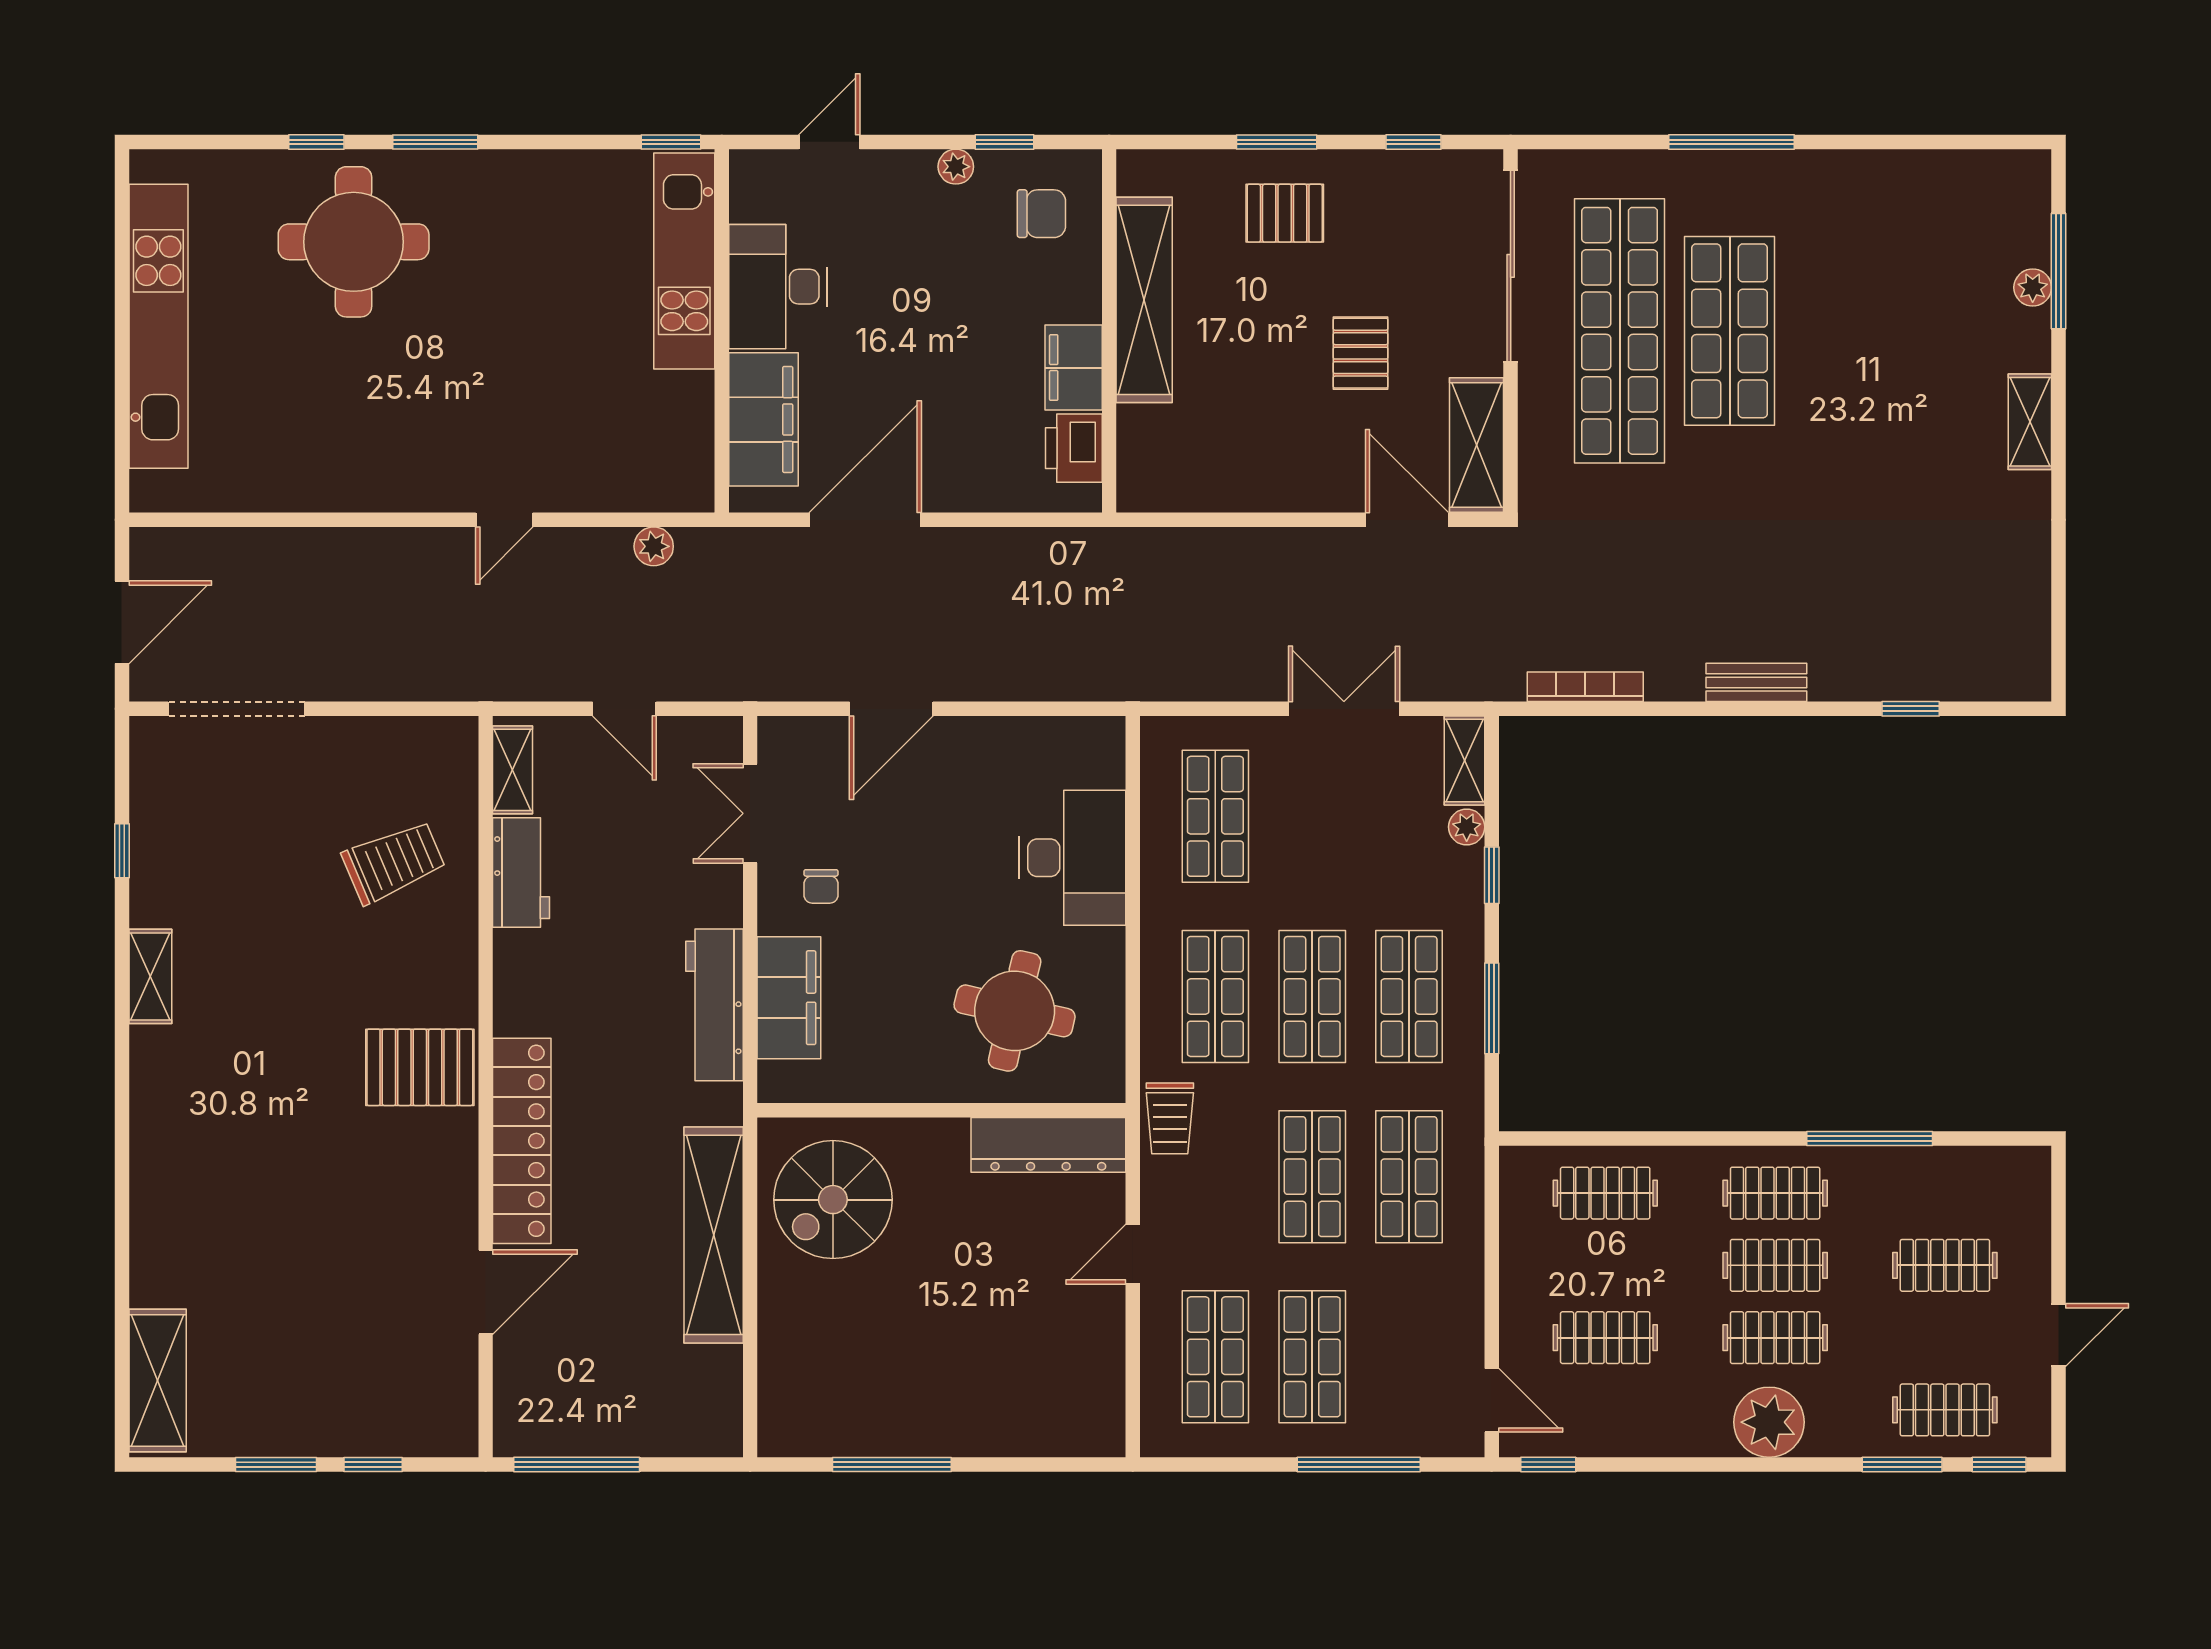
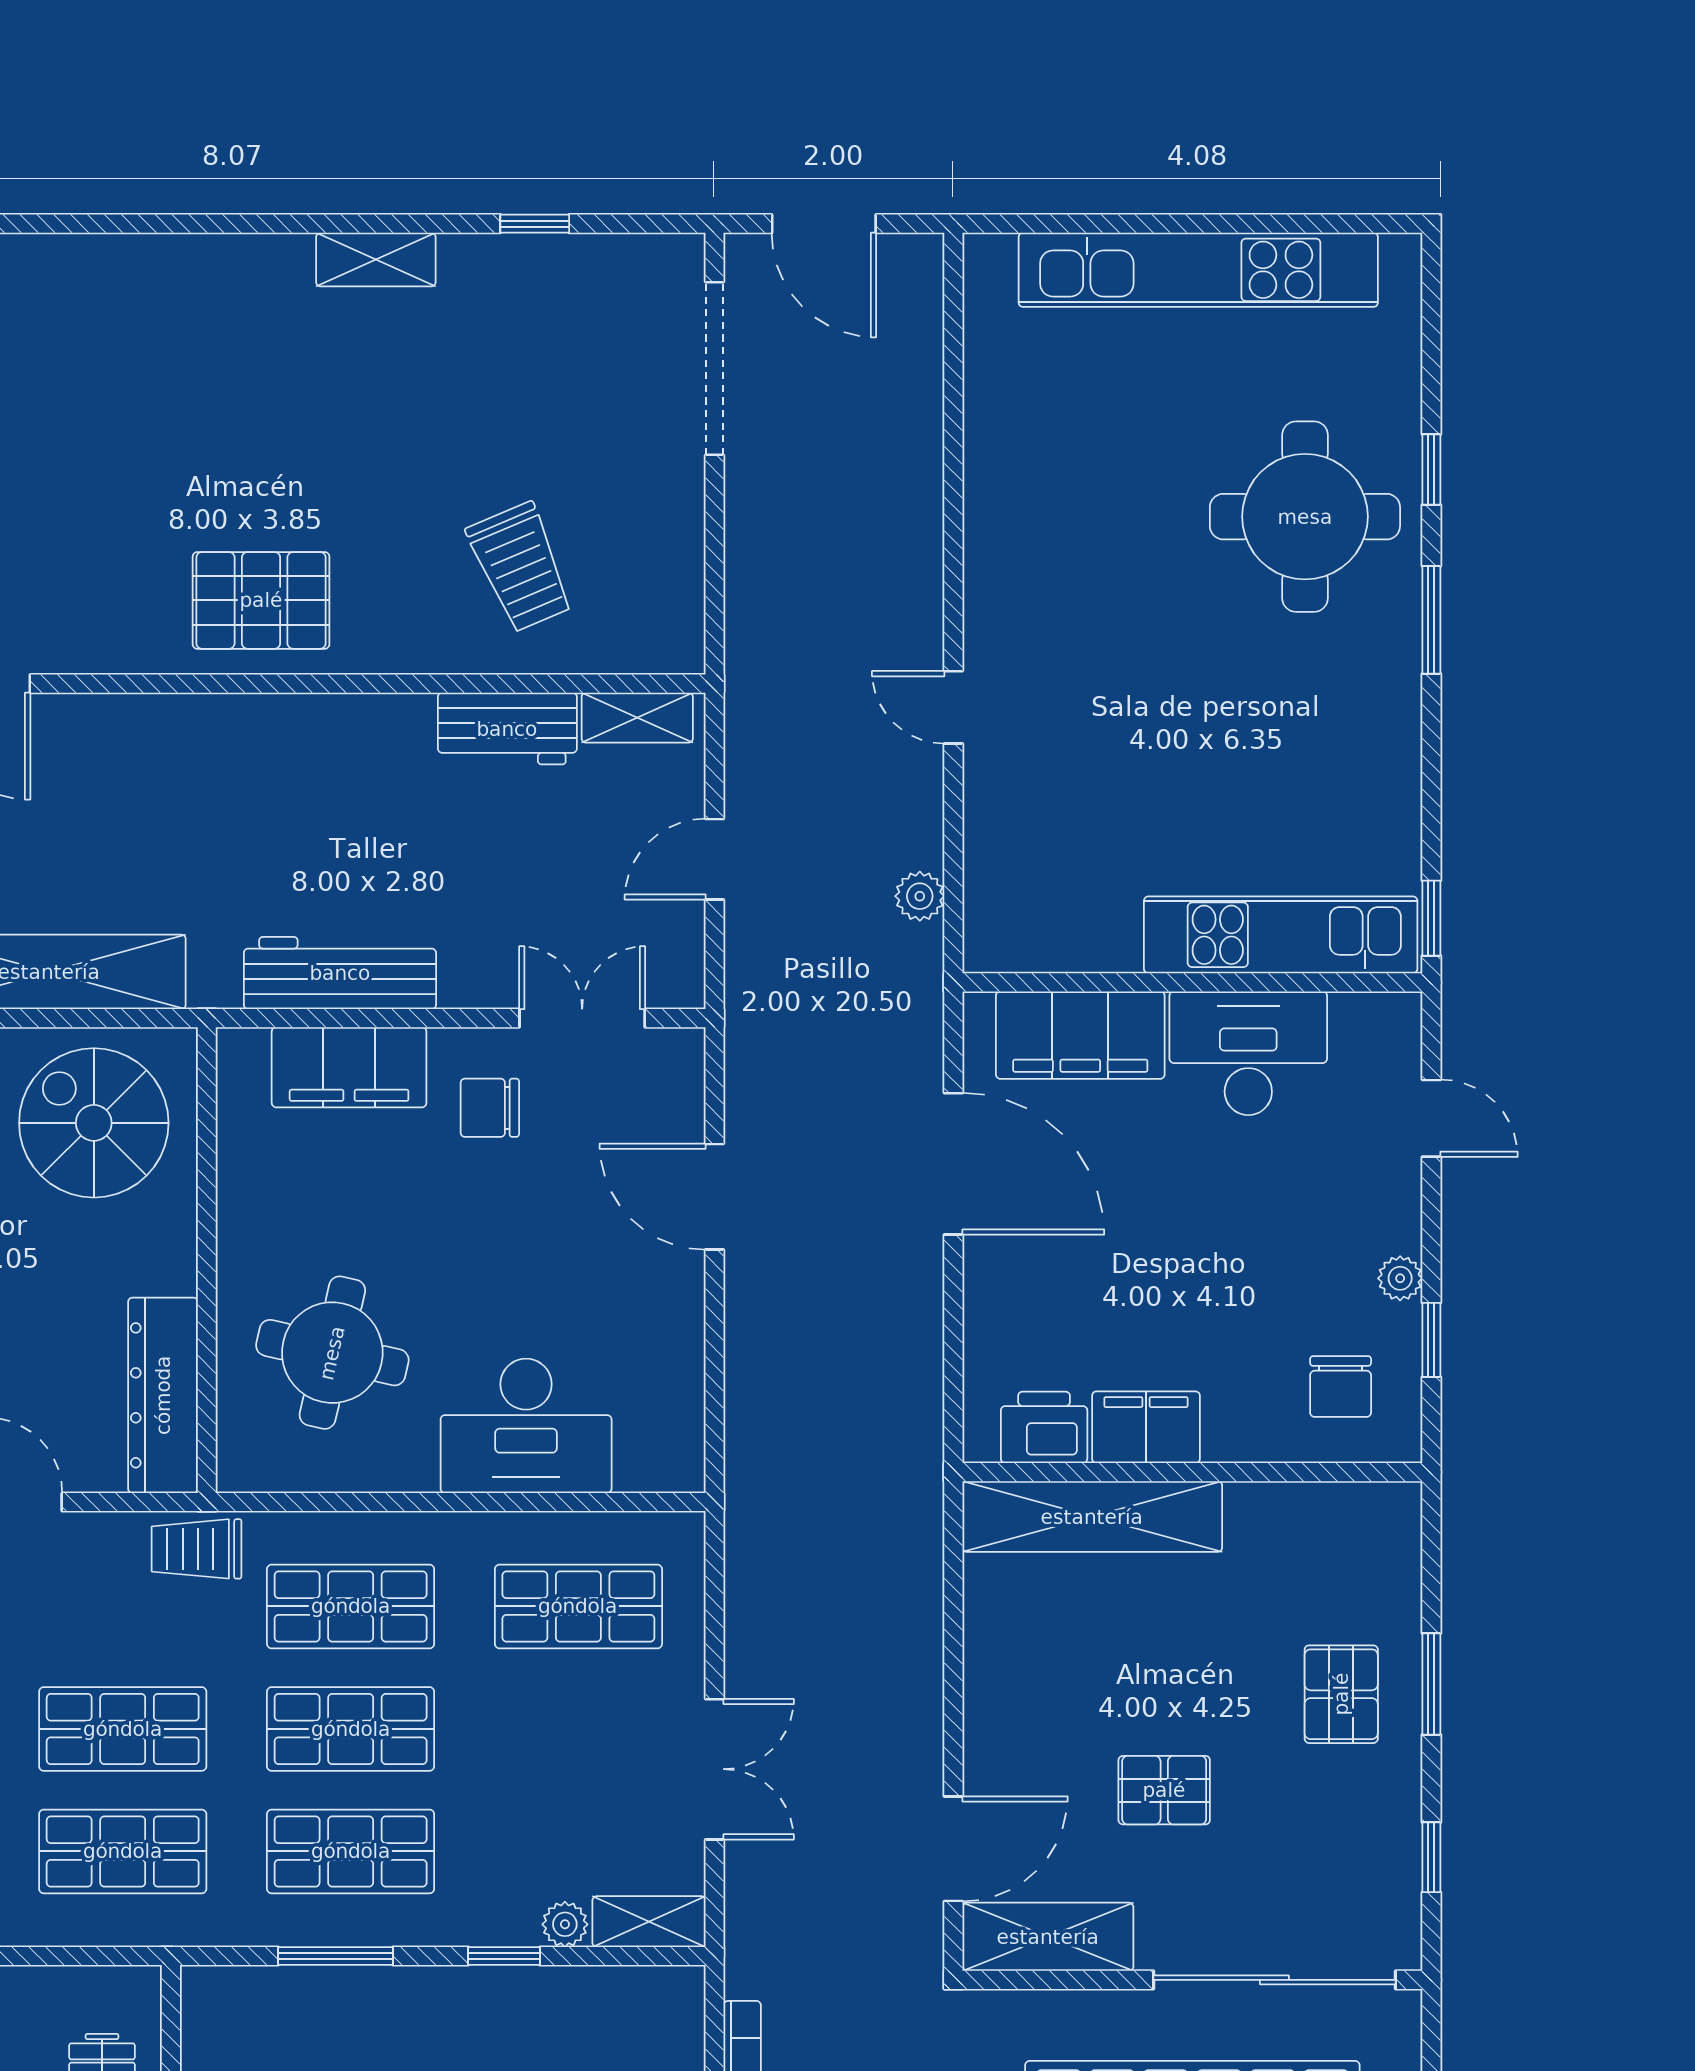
shelving: (1144, 300) -> (1092, 1517), moved
chair: (821, 886) -> (490, 1108), width x1.37, depth x1.37
pallet: (420, 1067) -> (261, 600), turned 90
locker: (522, 1141) -> (168, 729), removed

